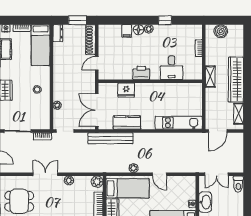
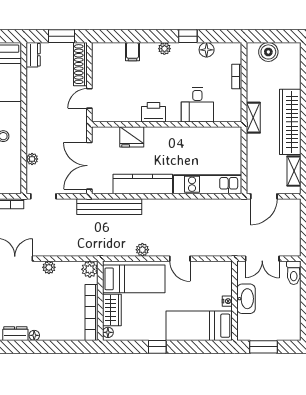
floor lamp: (139, 30) -> (207, 50), moved
kitchen counter: (127, 123) -> (143, 184), width x1.50

